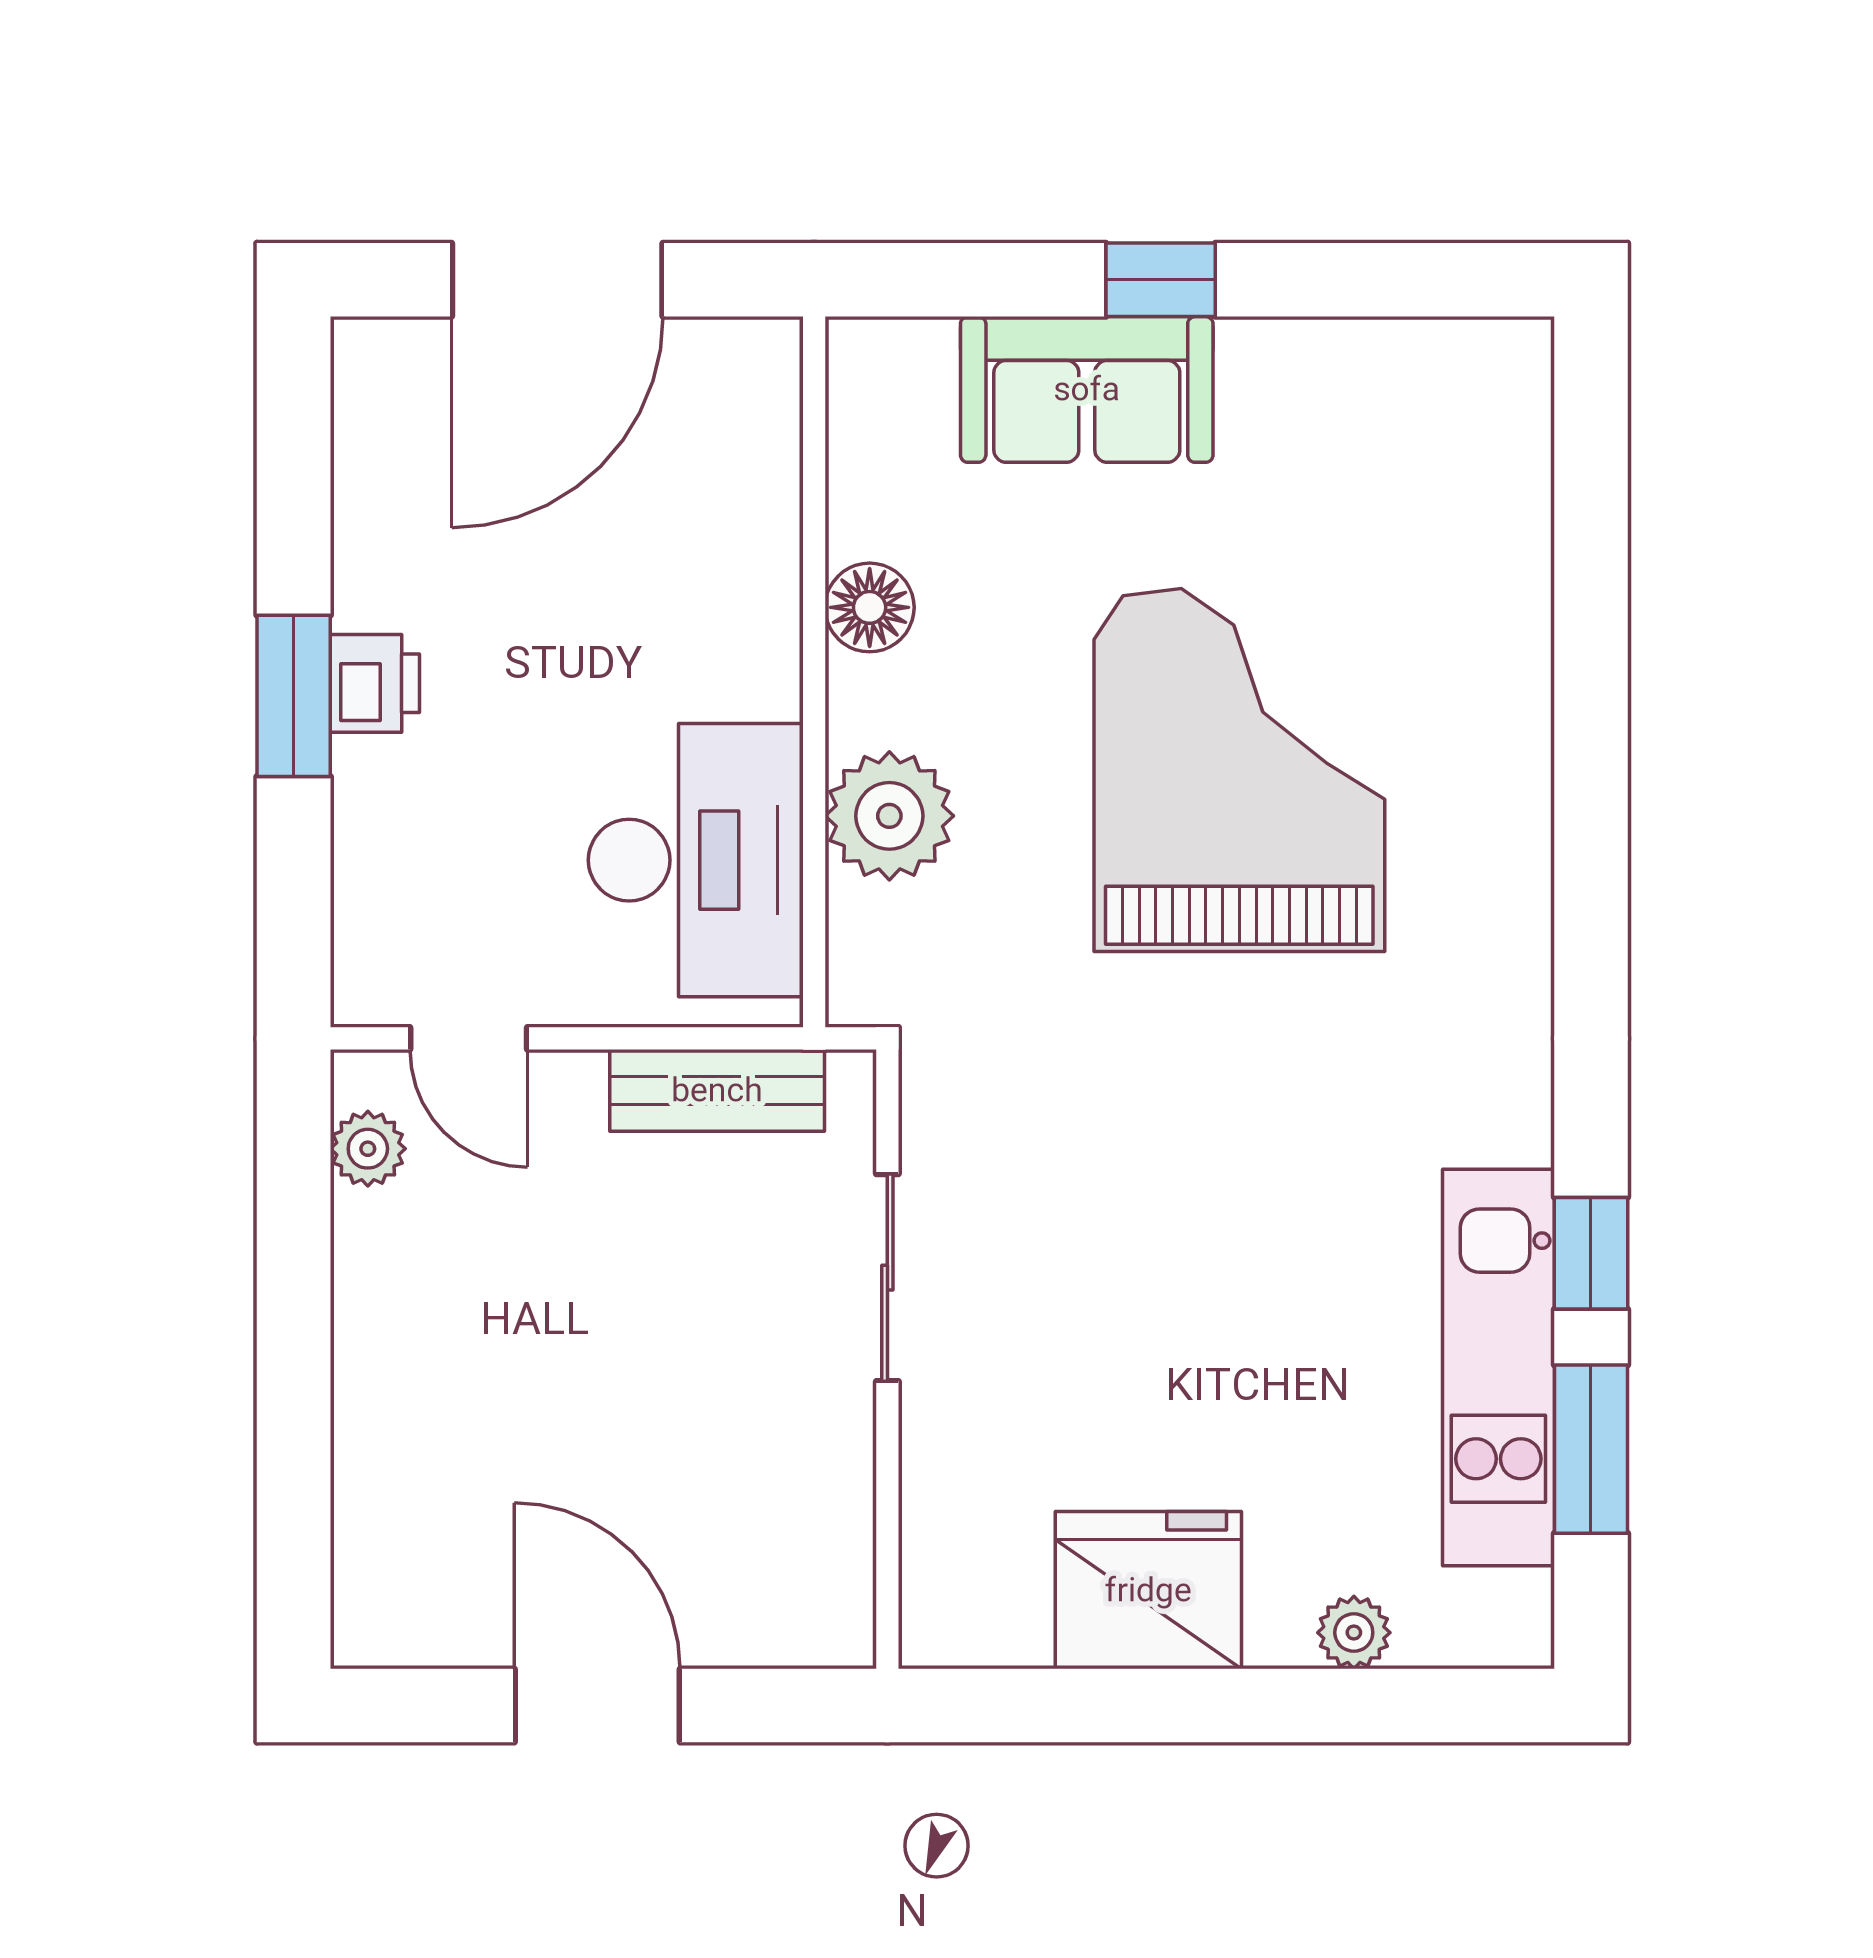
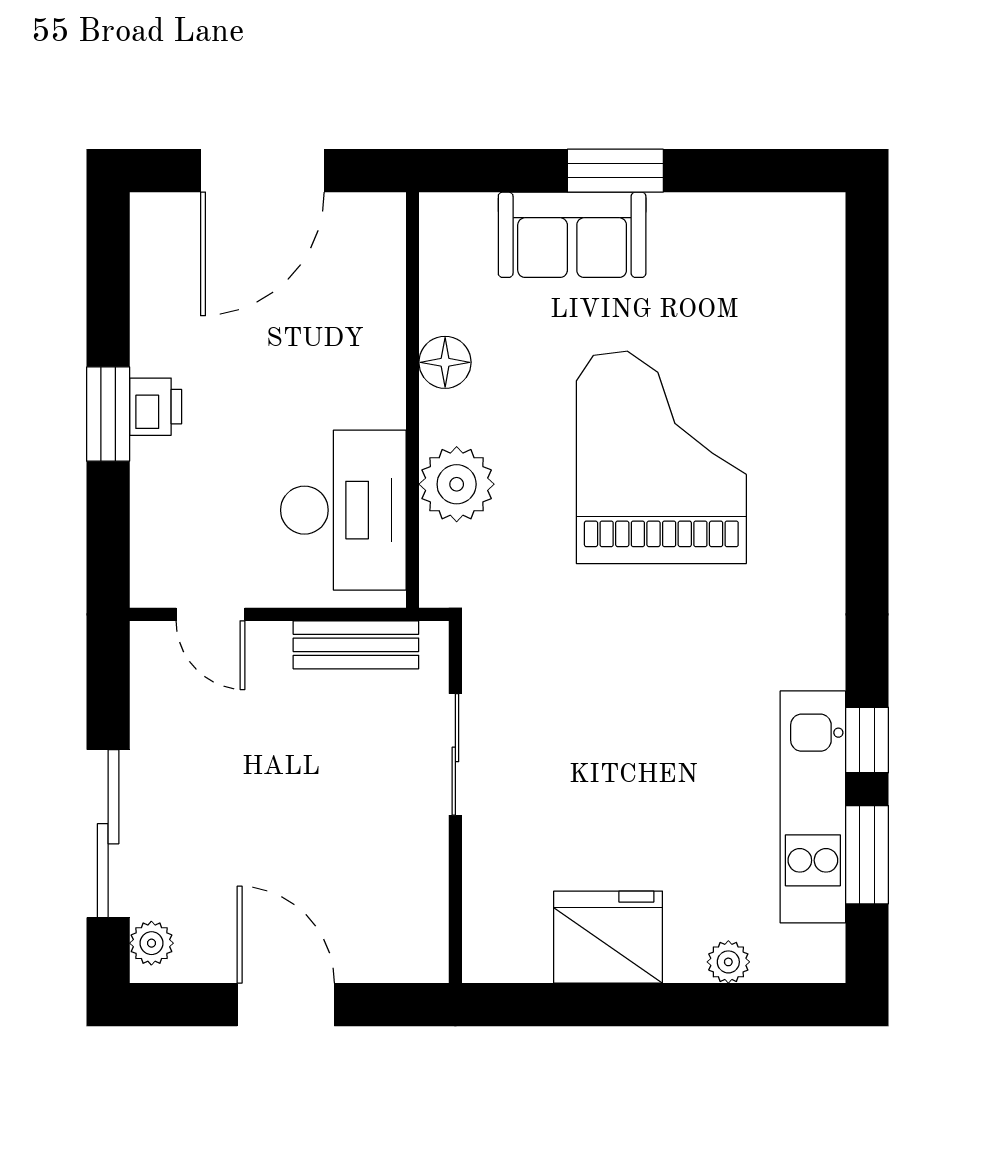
window: (1161, 280) -> (615, 171), width x1.50
plant: (368, 1149) -> (151, 943), moved
sliding door: (294, 1413) -> (108, 834), added

